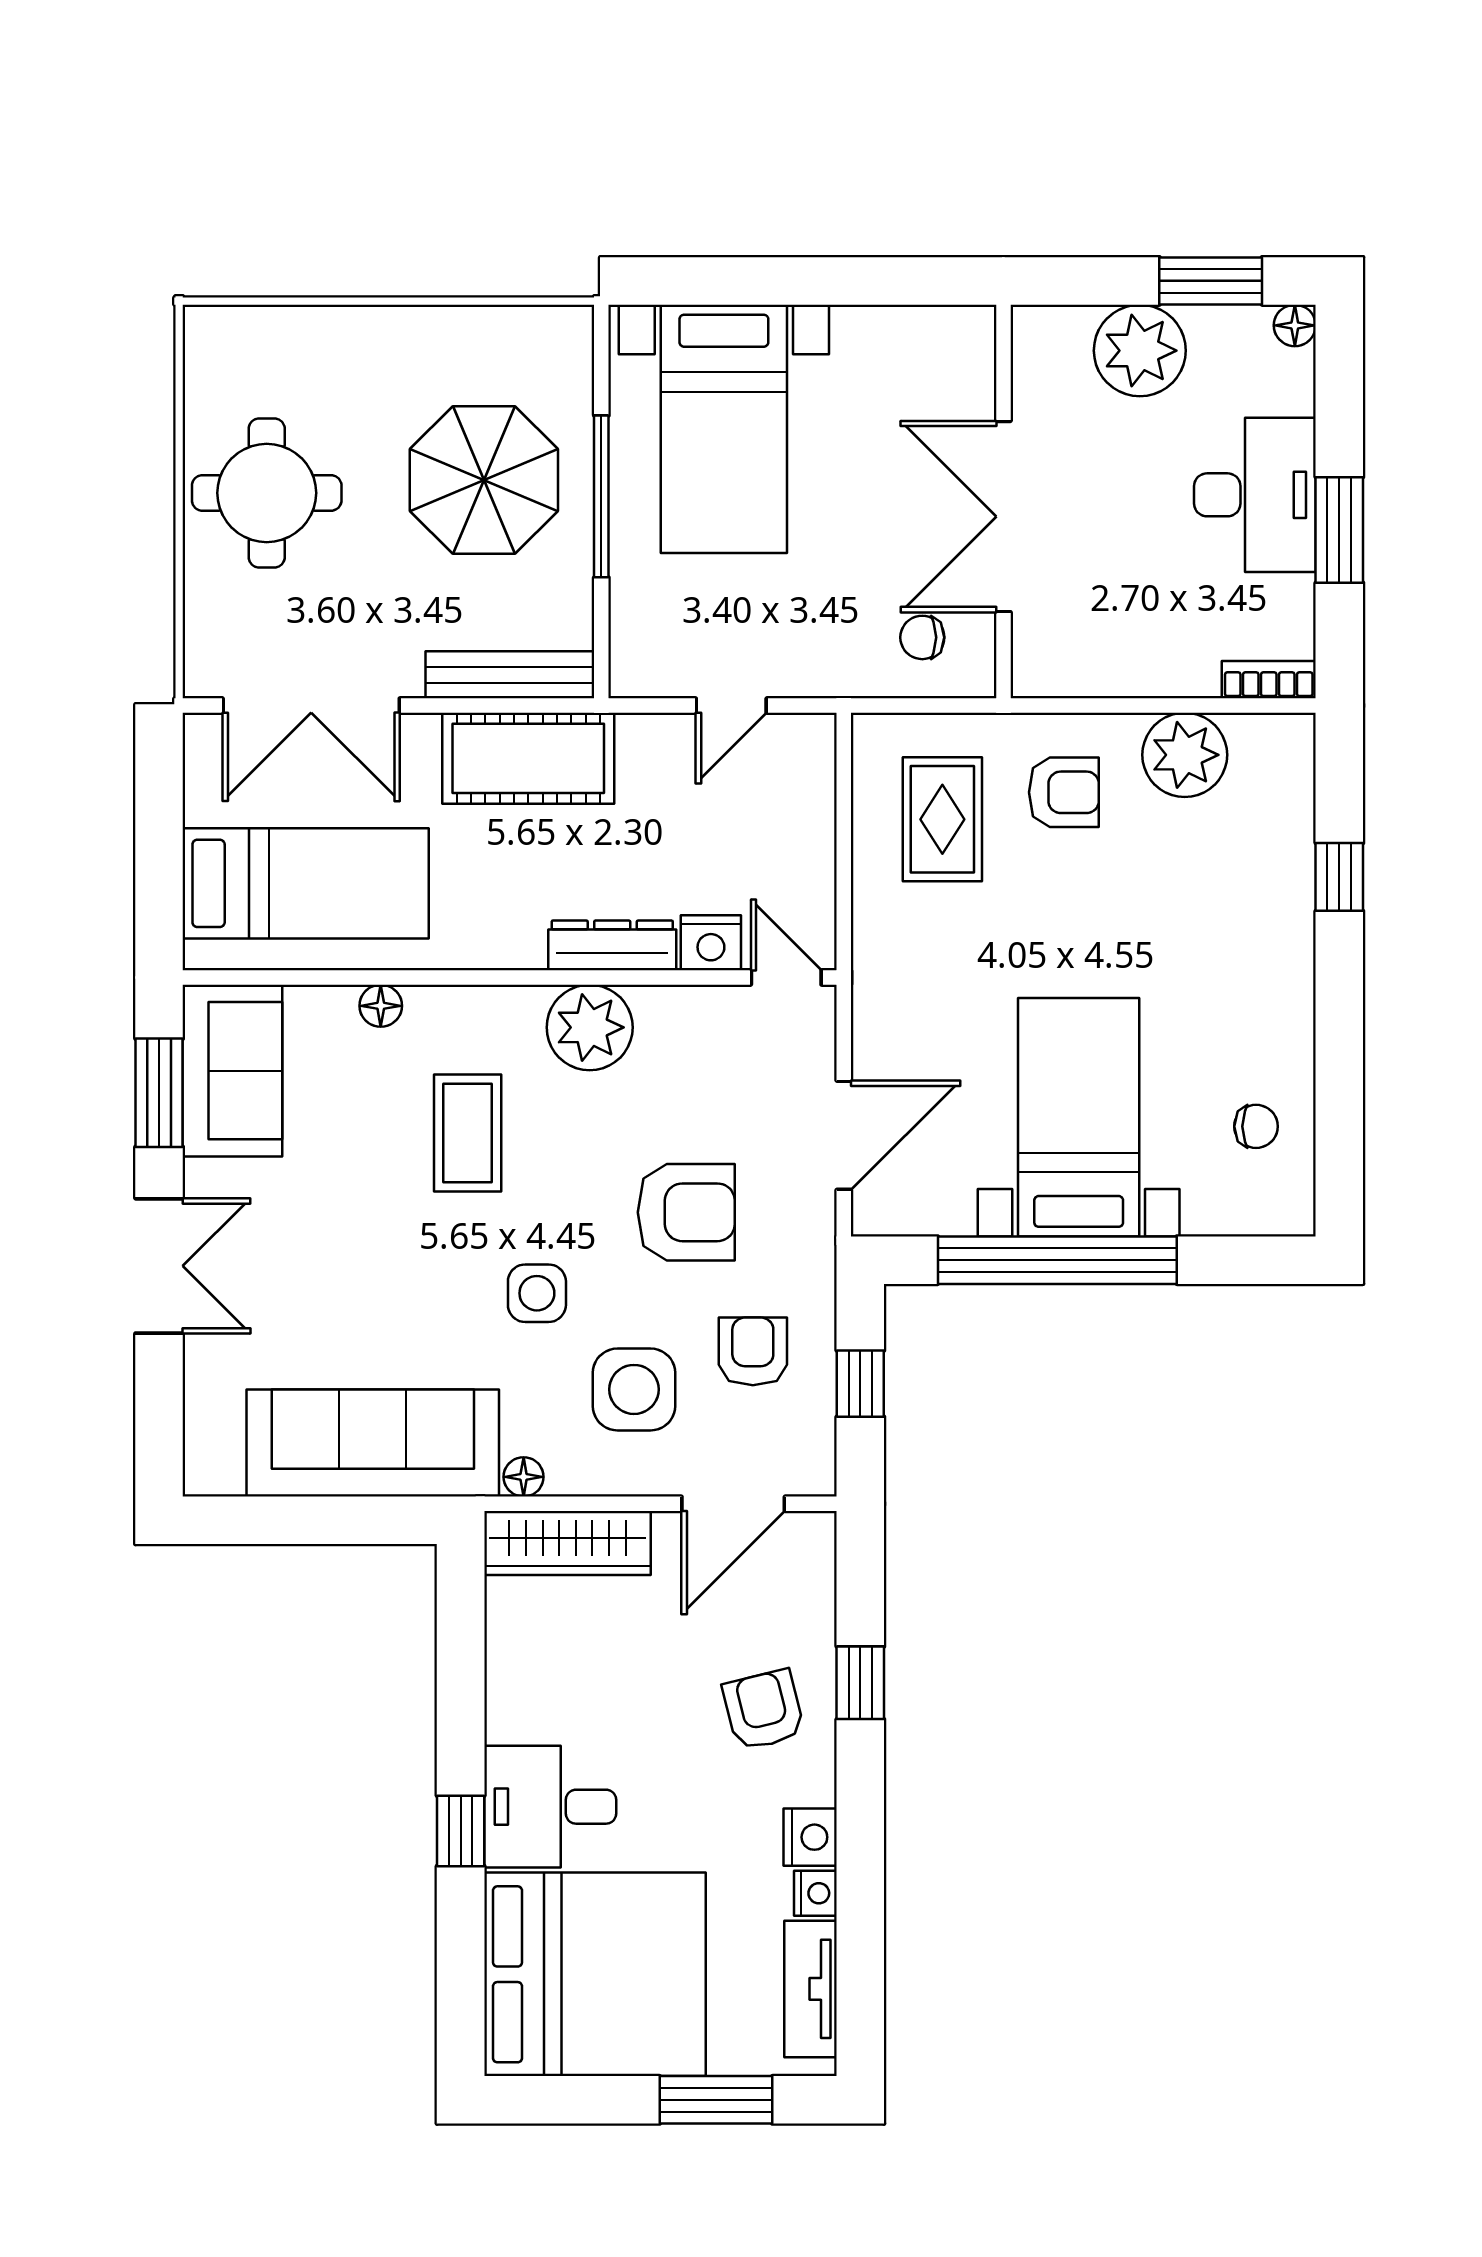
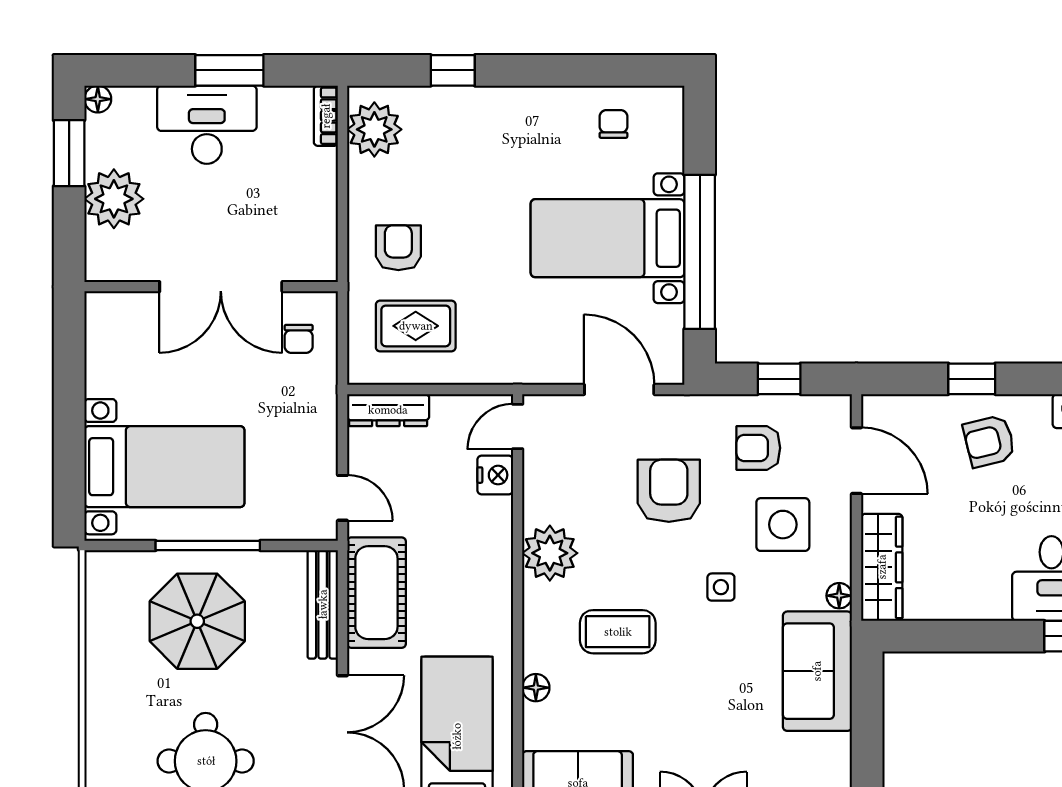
door: (731, 706) -> (342, 498), moved
plant: (1185, 755) -> (374, 129), moved
dresser: (612, 945) -> (388, 410), moved, turned -90
side table: (537, 1293) -> (721, 587), width x0.73, depth x0.73
sofa: (373, 1443) -> (817, 671), width x0.73

